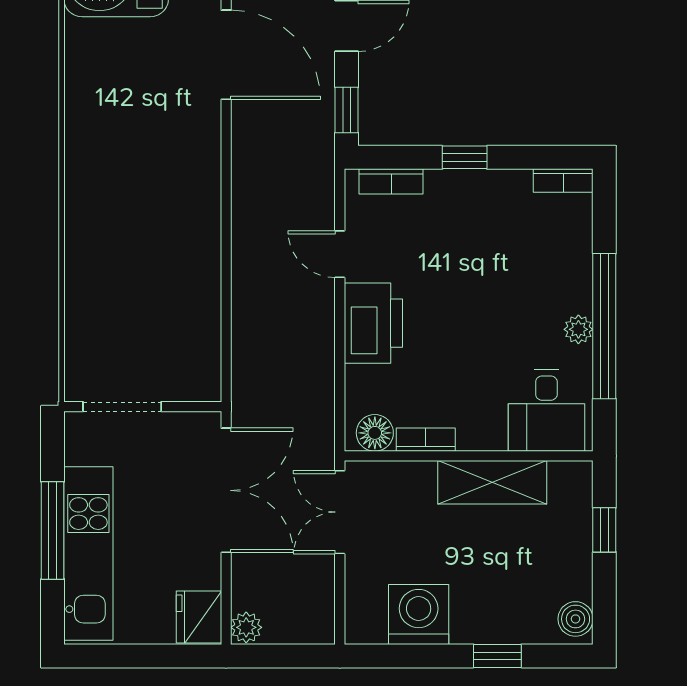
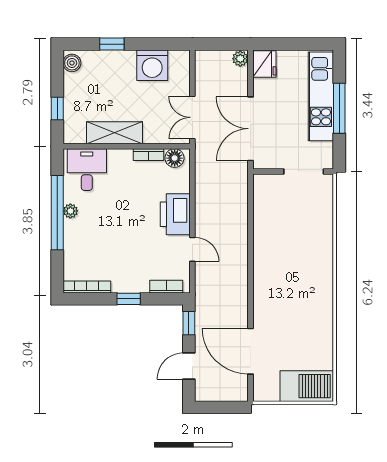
bookcase: (563, 181) -> (87, 287), width x1.56
double door: (340, 512) -> (192, 117), swing flipped

